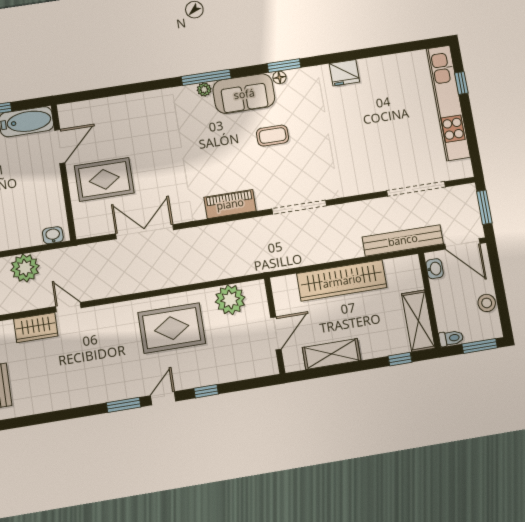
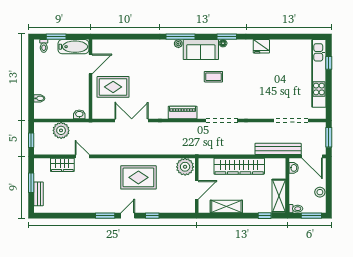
plant: (230, 300) -> (185, 167), moved

